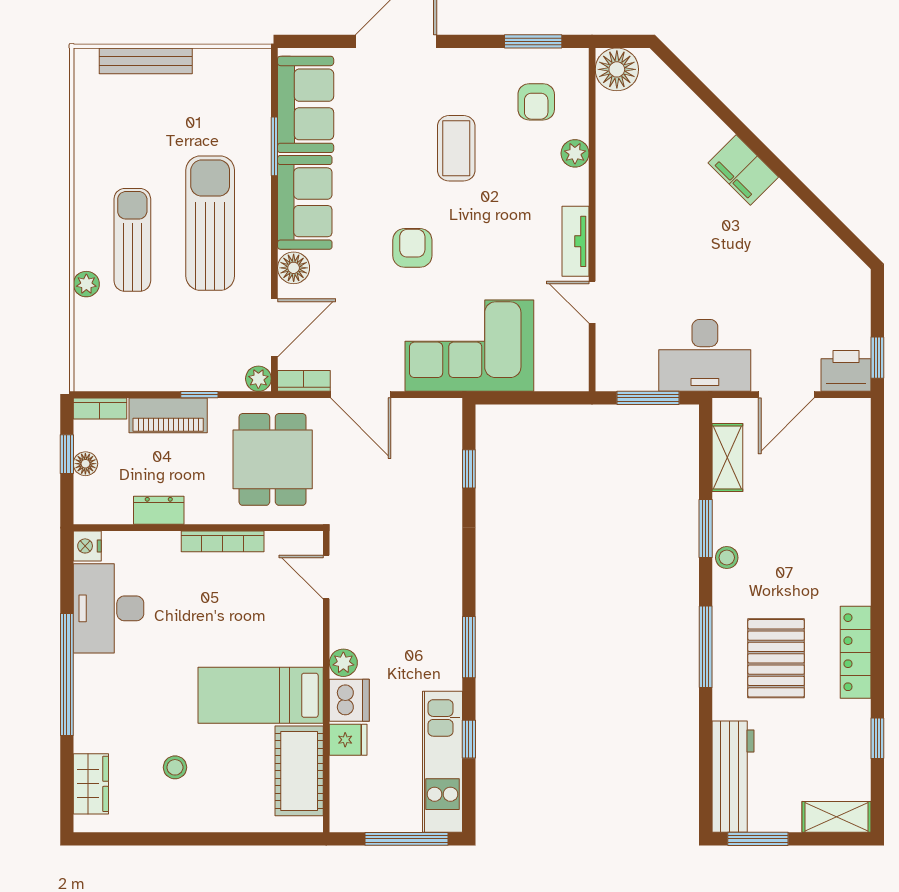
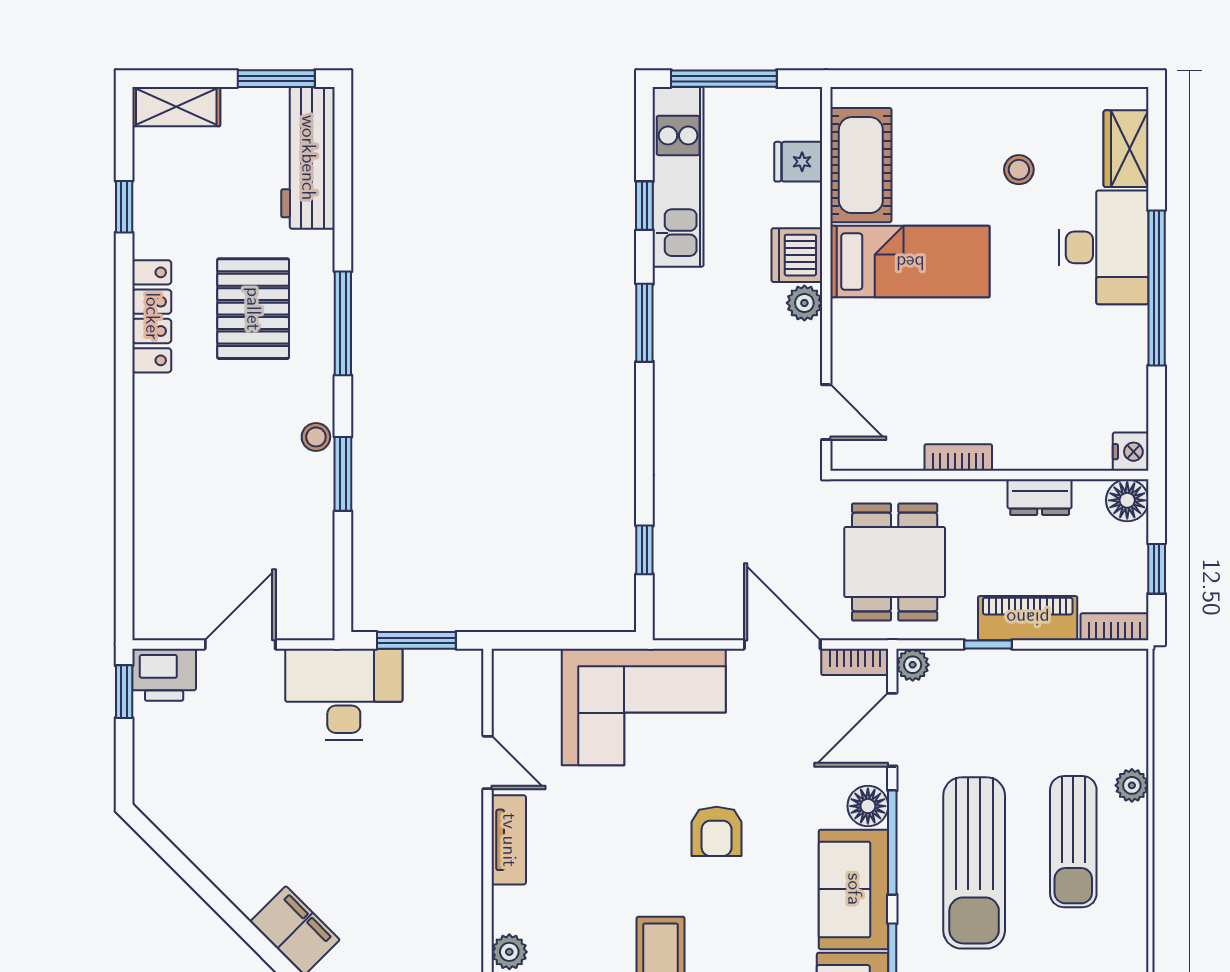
window: (274, 239) -> (892, 842), added
shelving: (727, 457) -> (315, 564), removed
floor lamp: (85, 464) -> (1127, 500), moved, width x1.37, depth x1.37
bookcase: (223, 541) -> (958, 457), width x0.64
desk: (109, 608) -> (1104, 247), moved
fridge: (348, 740) -> (798, 162), moved

